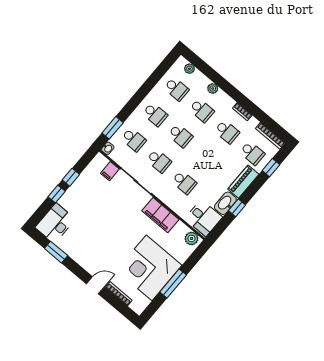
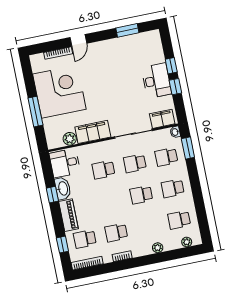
school desk: (202, 110) -> (148, 226), removed
filing cabinet: (110, 171) -> (162, 119), width x2.00
desk: (55, 223) -> (156, 81), moved
plant: (191, 238) -> (70, 139), moved
window: (173, 283) -> (35, 112), moved

